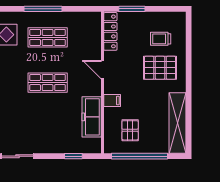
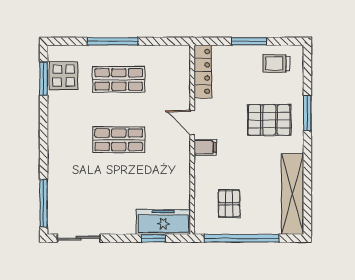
window: (132, 9) -> (249, 41), moved
trolley: (161, 39) -> (276, 63), moved
window: (189, 62) -> (307, 113), added
filing cabinet: (112, 100) -> (205, 147), moved
freezer: (92, 117) -> (163, 222), moved, turned 90

